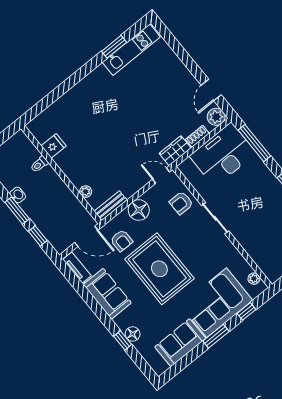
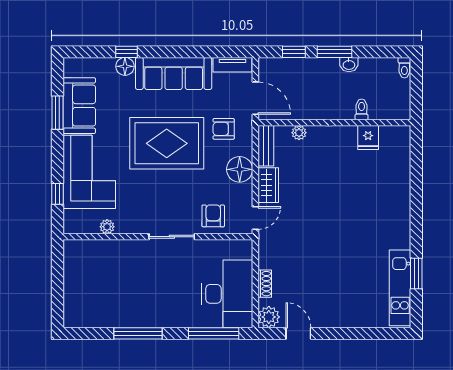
wardrobe: (175, 151) -> (268, 185), moved
door: (86, 236) -> (255, 98), swing flipped
plant: (254, 279) -> (107, 227), moved
sofa: (107, 294) -> (174, 73), width x1.36
window: (216, 336) -> (57, 113), moved

